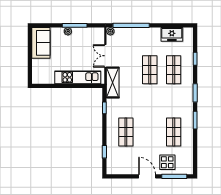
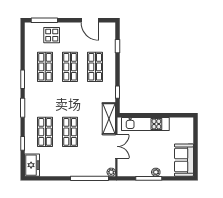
freezer: (172, 34) -> (32, 165), moved, turned 90
shop shelf: (150, 132) -> (70, 67), added
door: (147, 176) -> (90, 20), moved

